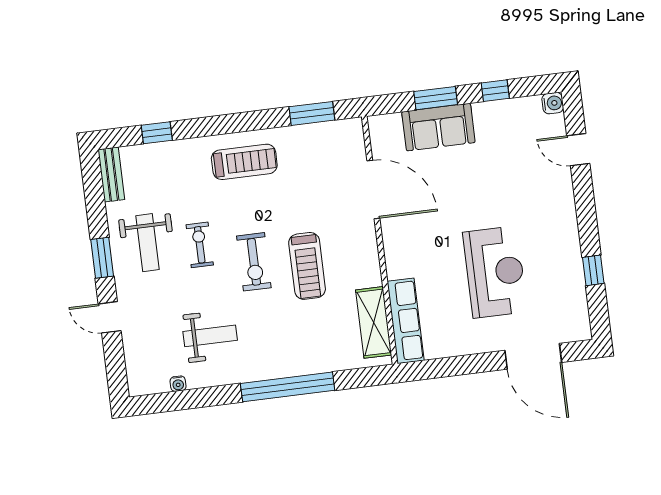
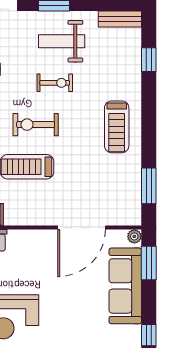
window: (436, 98) -> (149, 263), moved
plant: (376, 123) -> (134, 236), added
sofa: (438, 127) -> (125, 286), width x1.36

